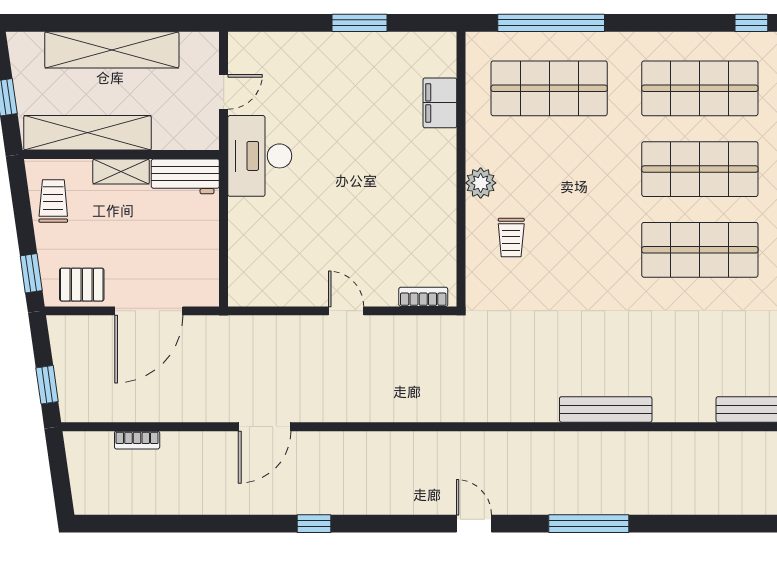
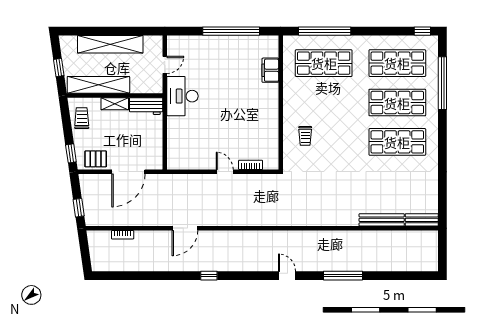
window: (359, 23) -> (231, 31), width x2.11
plant: (481, 183) -> (290, 109), removed
bookcase: (423, 297) -> (251, 165), moved
bench: (606, 409) -> (382, 220), moved

